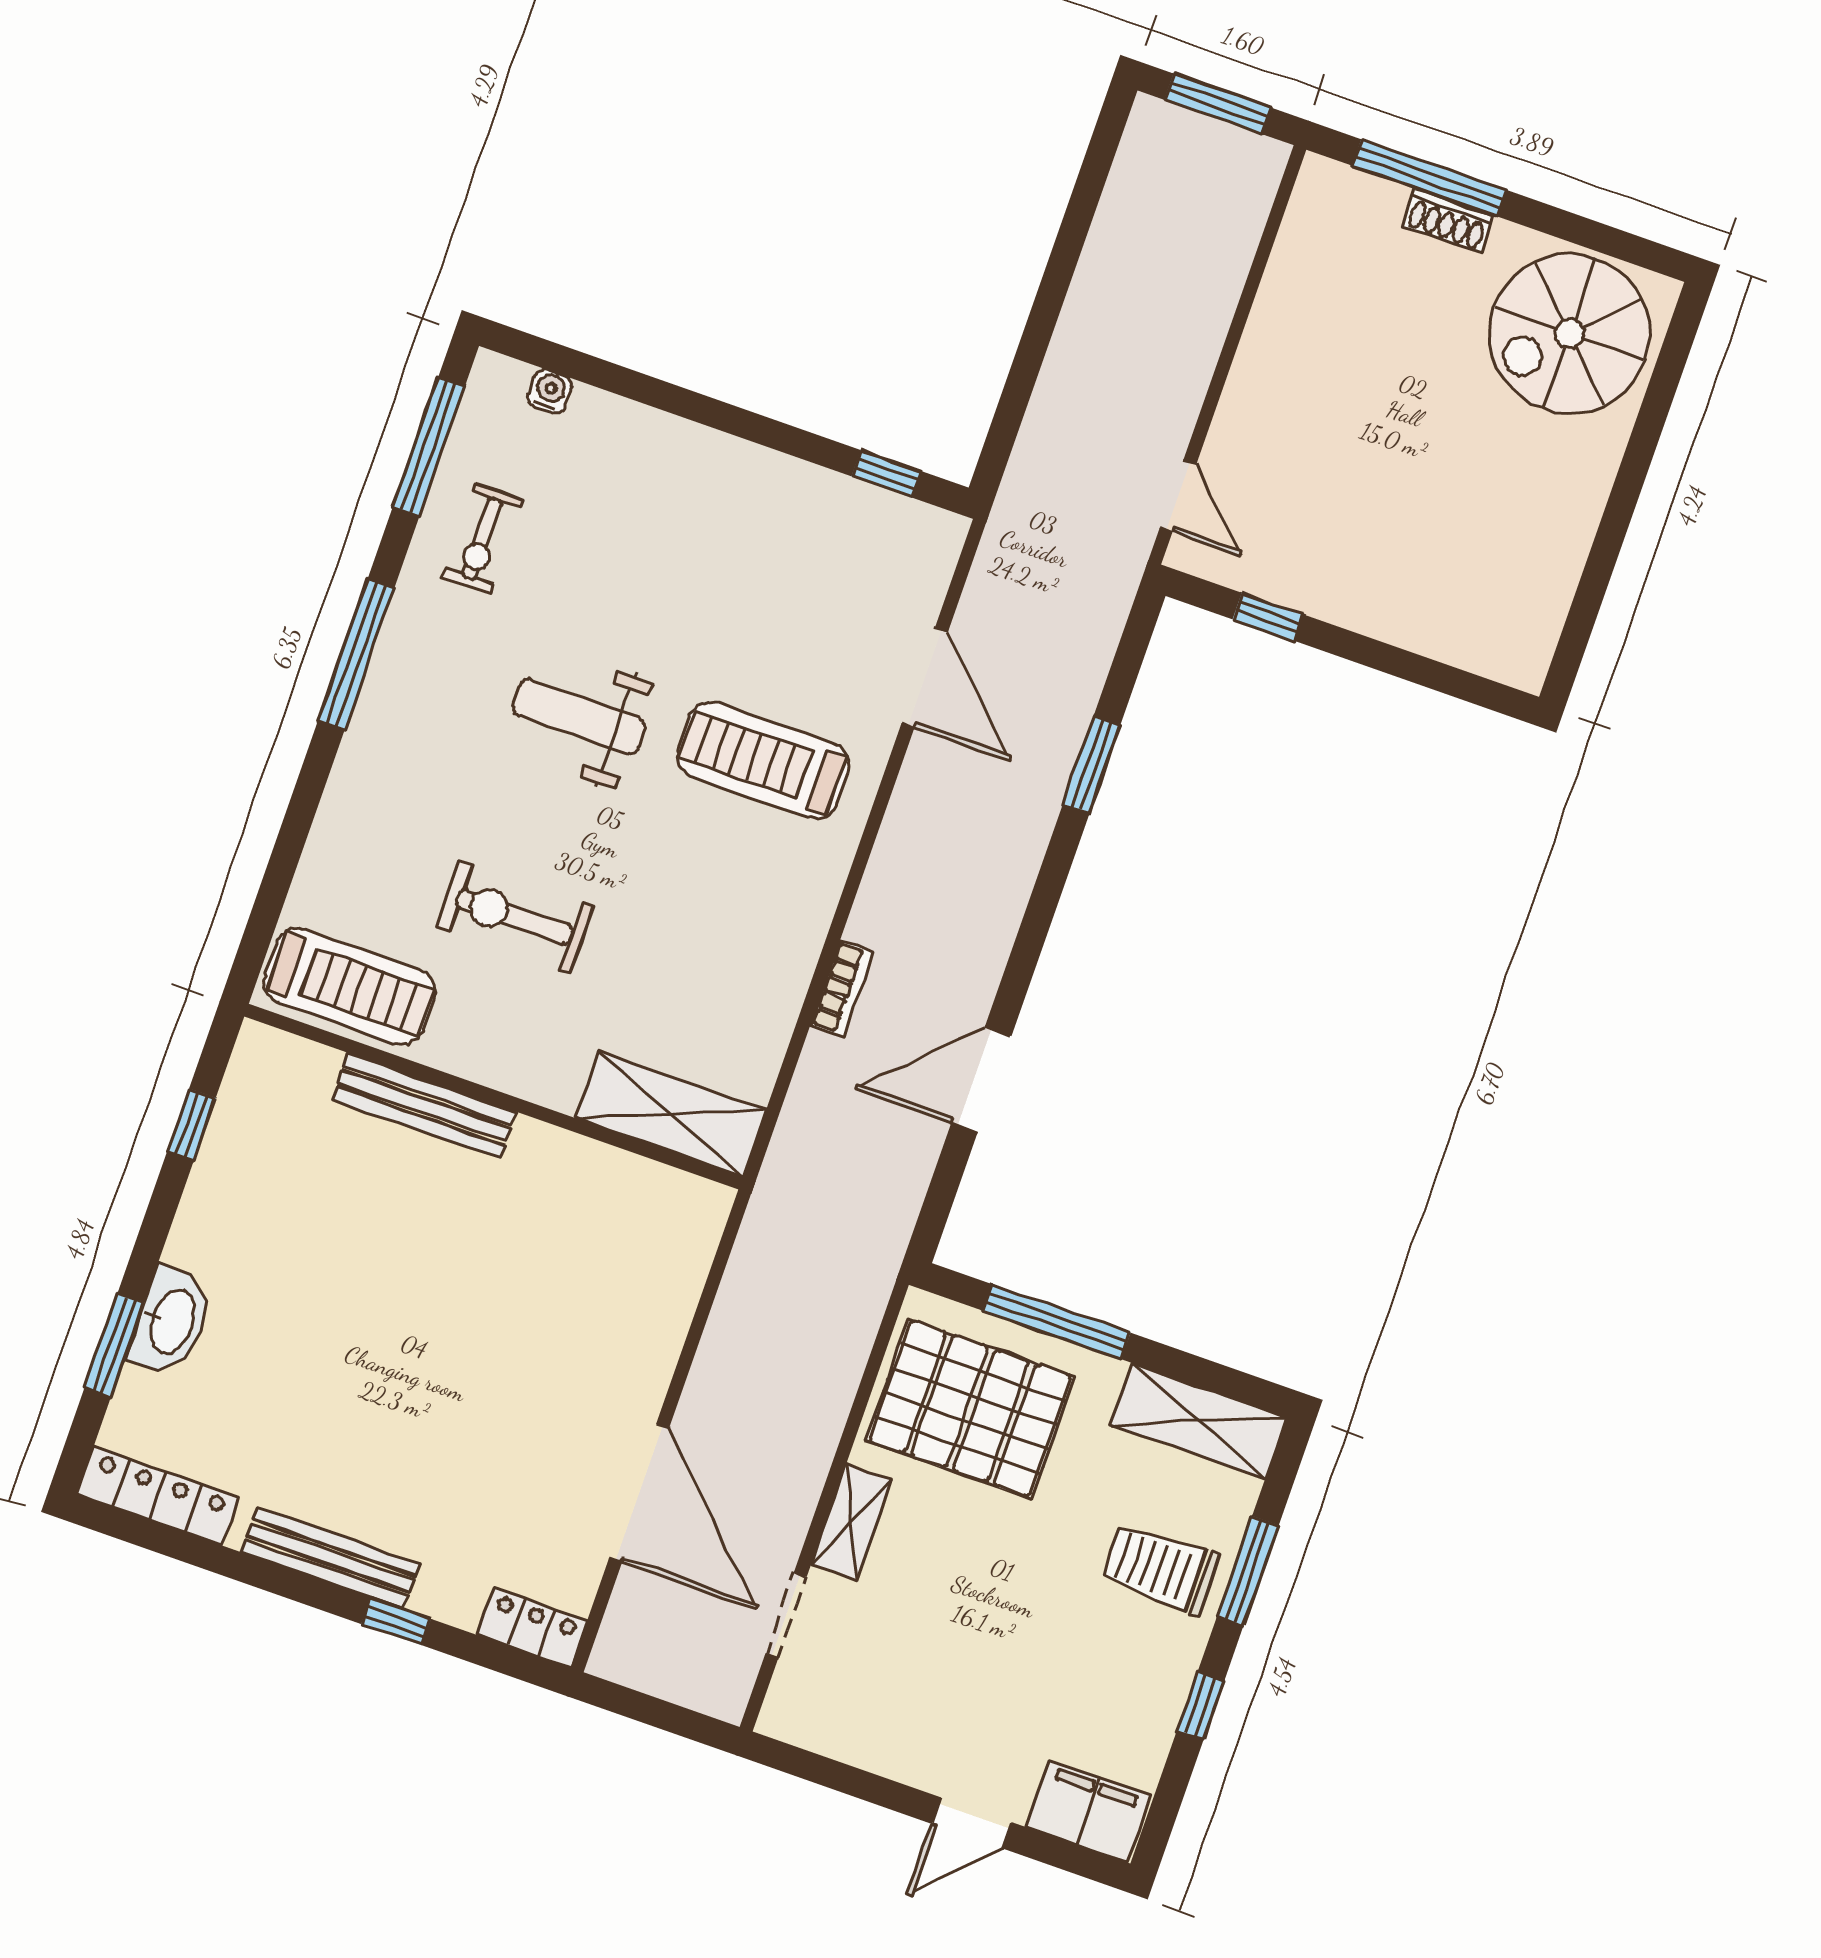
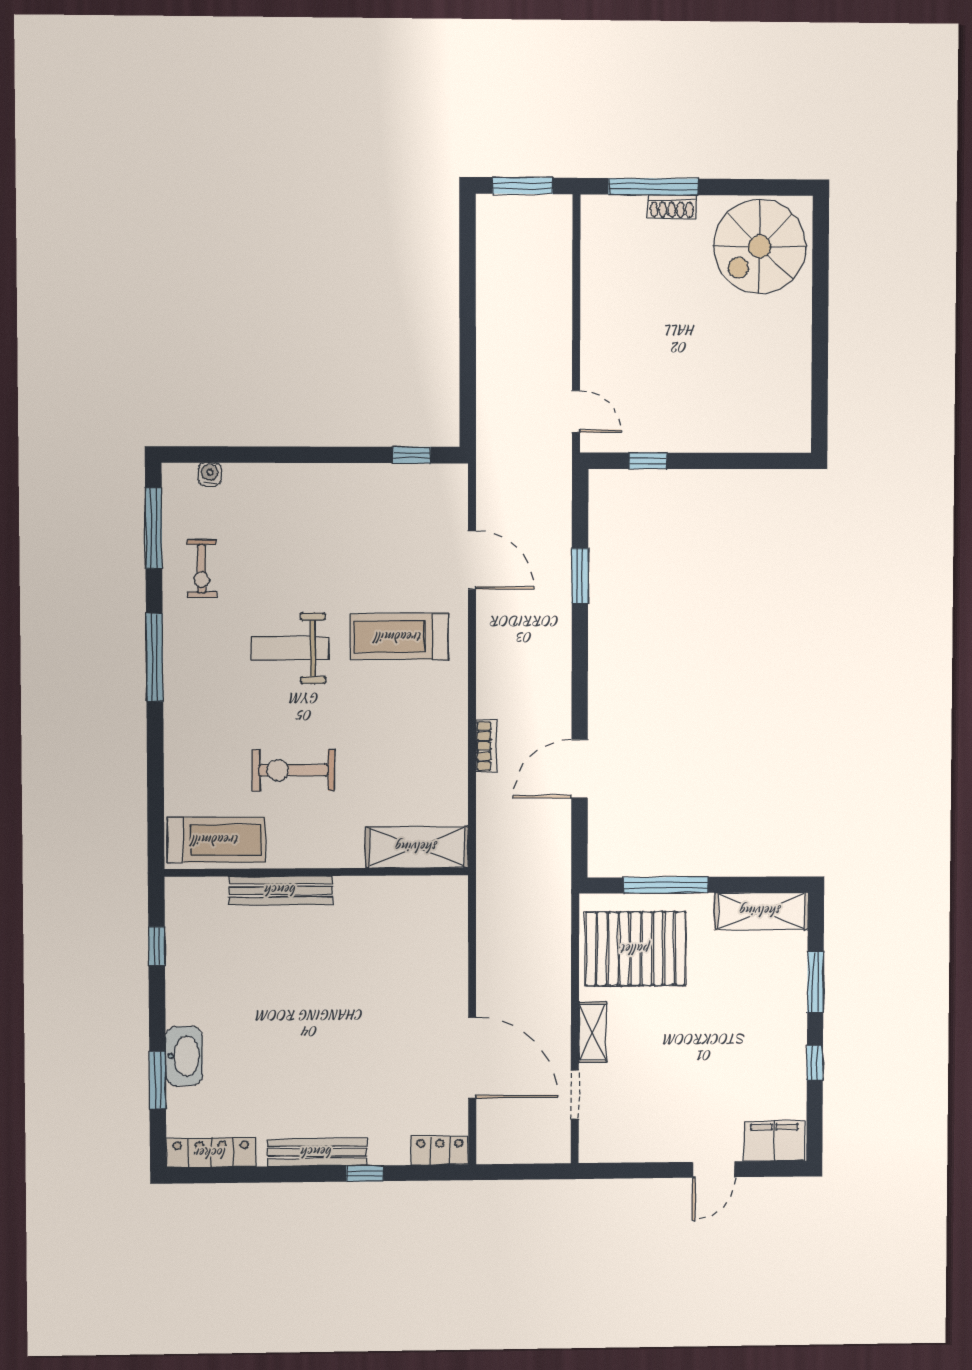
trolley: (1160, 1568) -> (768, 998), removed

